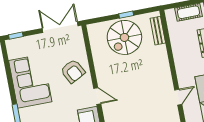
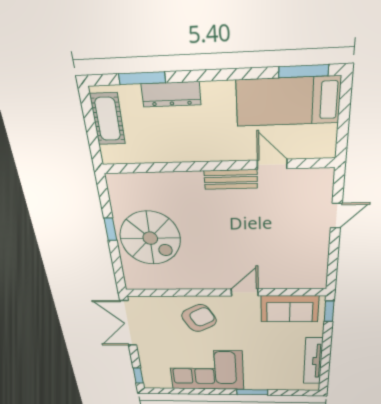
bench: (158, 31) -> (231, 179), moved

